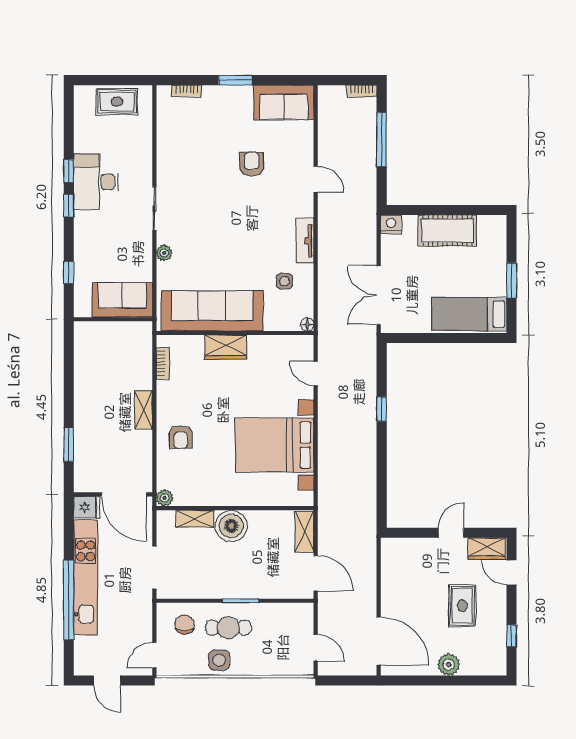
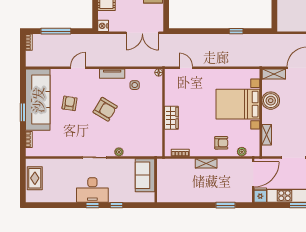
sofa: (284, 102) -> (38, 100), width x1.85, depth x1.27
armchair: (252, 164) -> (70, 103), turned 99
window: (69, 171) -> (73, 205), removed
desk: (96, 182) -> (92, 190), moved
armchair: (241, 228) -> (105, 109), added
window: (69, 273) -> (117, 205), moved
sofa: (212, 311) -> (151, 125), removed
door: (316, 373) -> (186, 68), swing flipped
window: (382, 409) -> (236, 31), moved
bed with nightstands: (274, 445) -> (238, 104), moved, turned 90
plant: (165, 498) -> (242, 152), moved
boiler: (231, 526) -> (271, 101), moved

